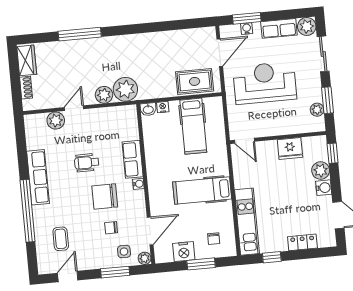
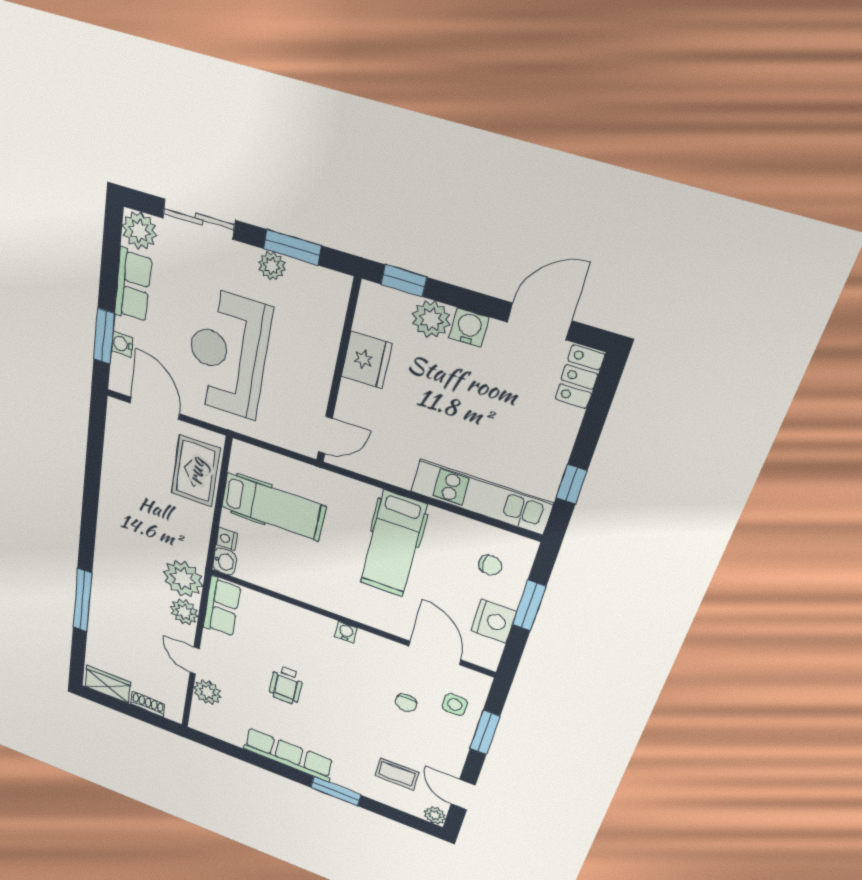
plant: (317, 110) -> (272, 266), moved
row of seats: (133, 159) -> (222, 607), moved, turned -90
chair: (105, 196) -> (350, 687), removed
window: (28, 211) -> (336, 791), width x0.47
locker: (302, 242) -> (580, 377), moved
plant: (145, 258) -> (435, 815), moved

